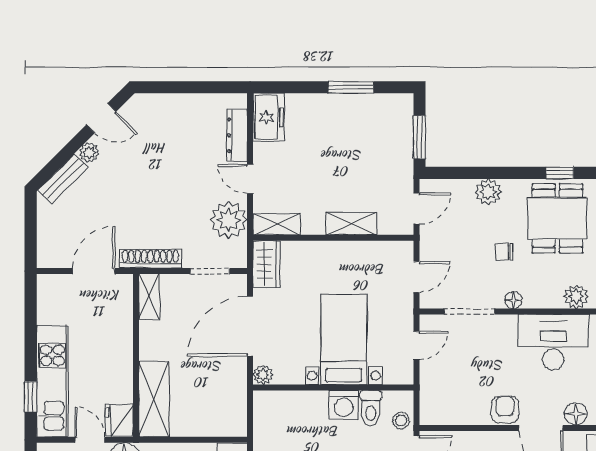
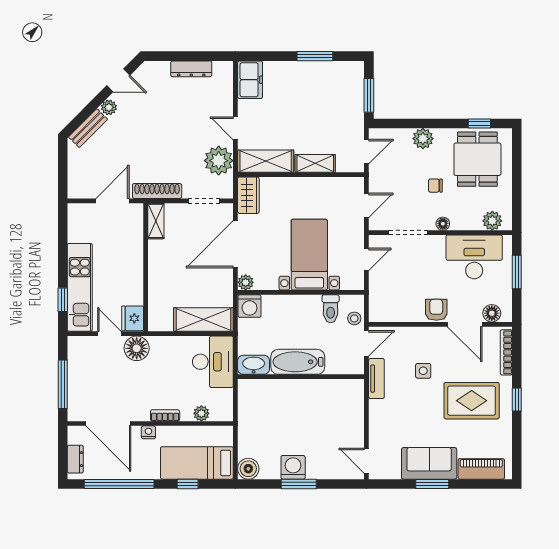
dresser: (237, 135) -> (191, 69), moved, turned -90
shelving: (277, 224) -> (266, 161), width x1.50, depth x1.33
shelving: (154, 399) -> (203, 319), moved, turned 90
washing machine: (344, 405) -> (250, 306), moved

